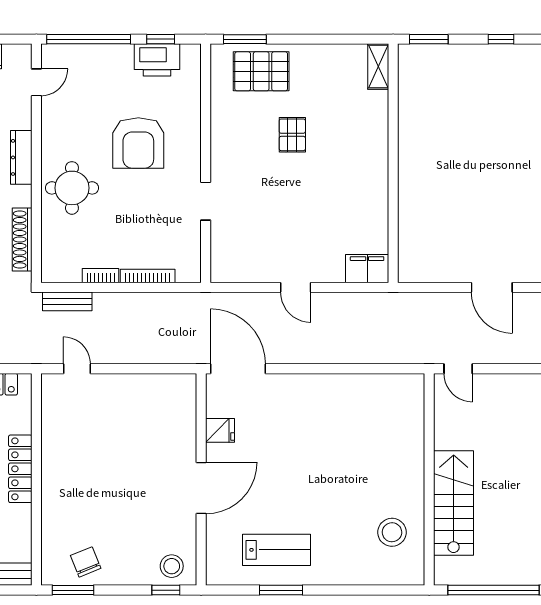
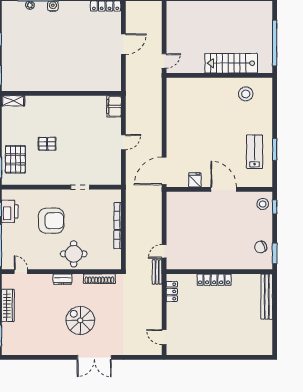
dresser: (21, 157) -> (63, 279), width x0.70
bench: (67, 301) -> (157, 272), moved

